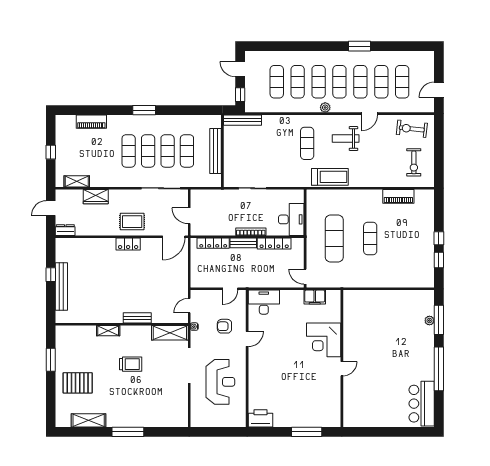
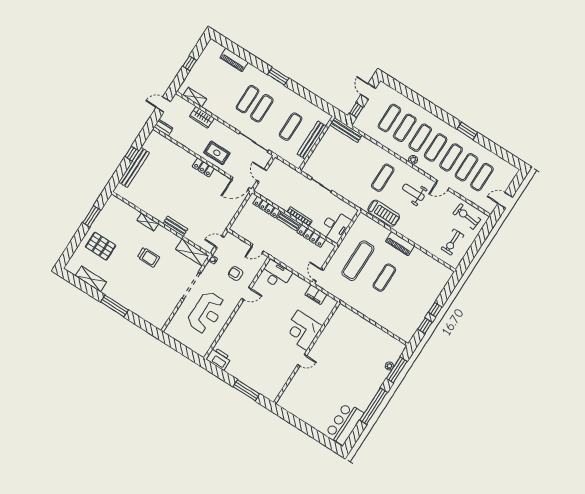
exercise mat: (168, 151) -> (276, 117), removed
piano: (398, 196) -> (400, 244), moved

